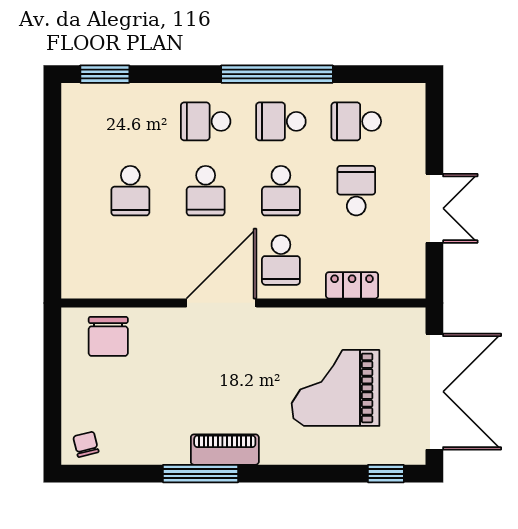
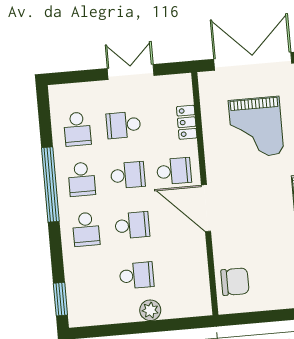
plant: (77, 206) -> (150, 310), added

